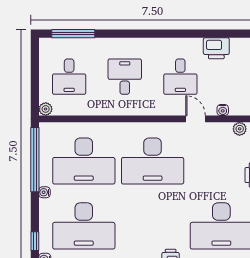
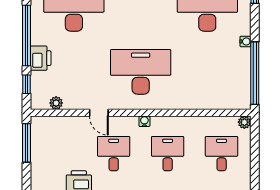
desk: (125, 77) -> (168, 154), turned 180
water cooler: (223, 110) -> (144, 121), moved
desk: (84, 161) -> (207, 72), removed

